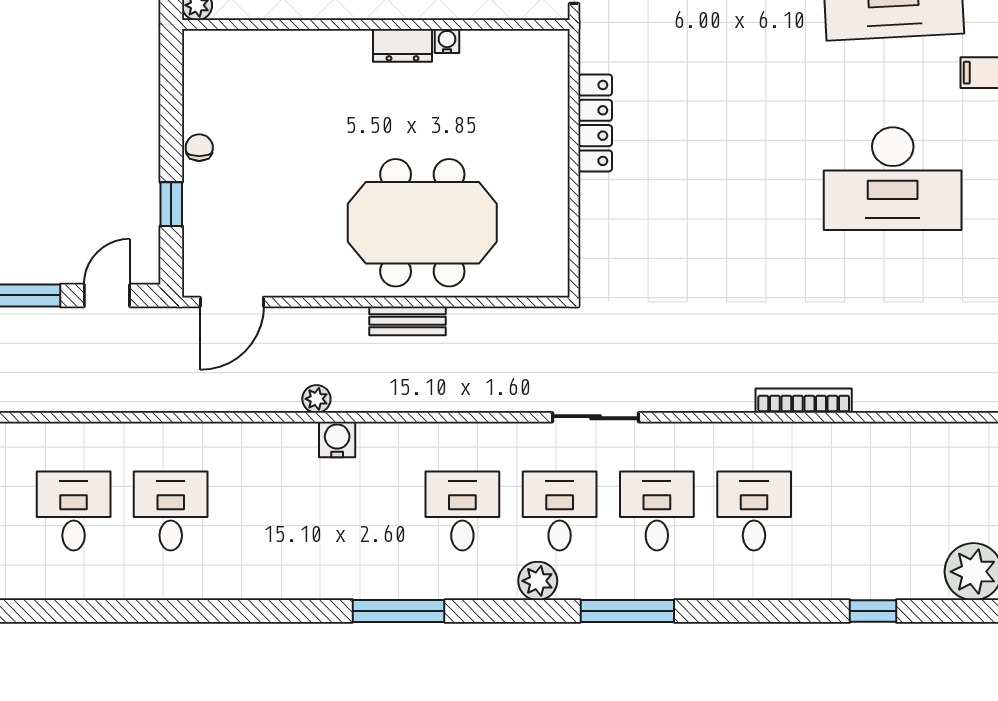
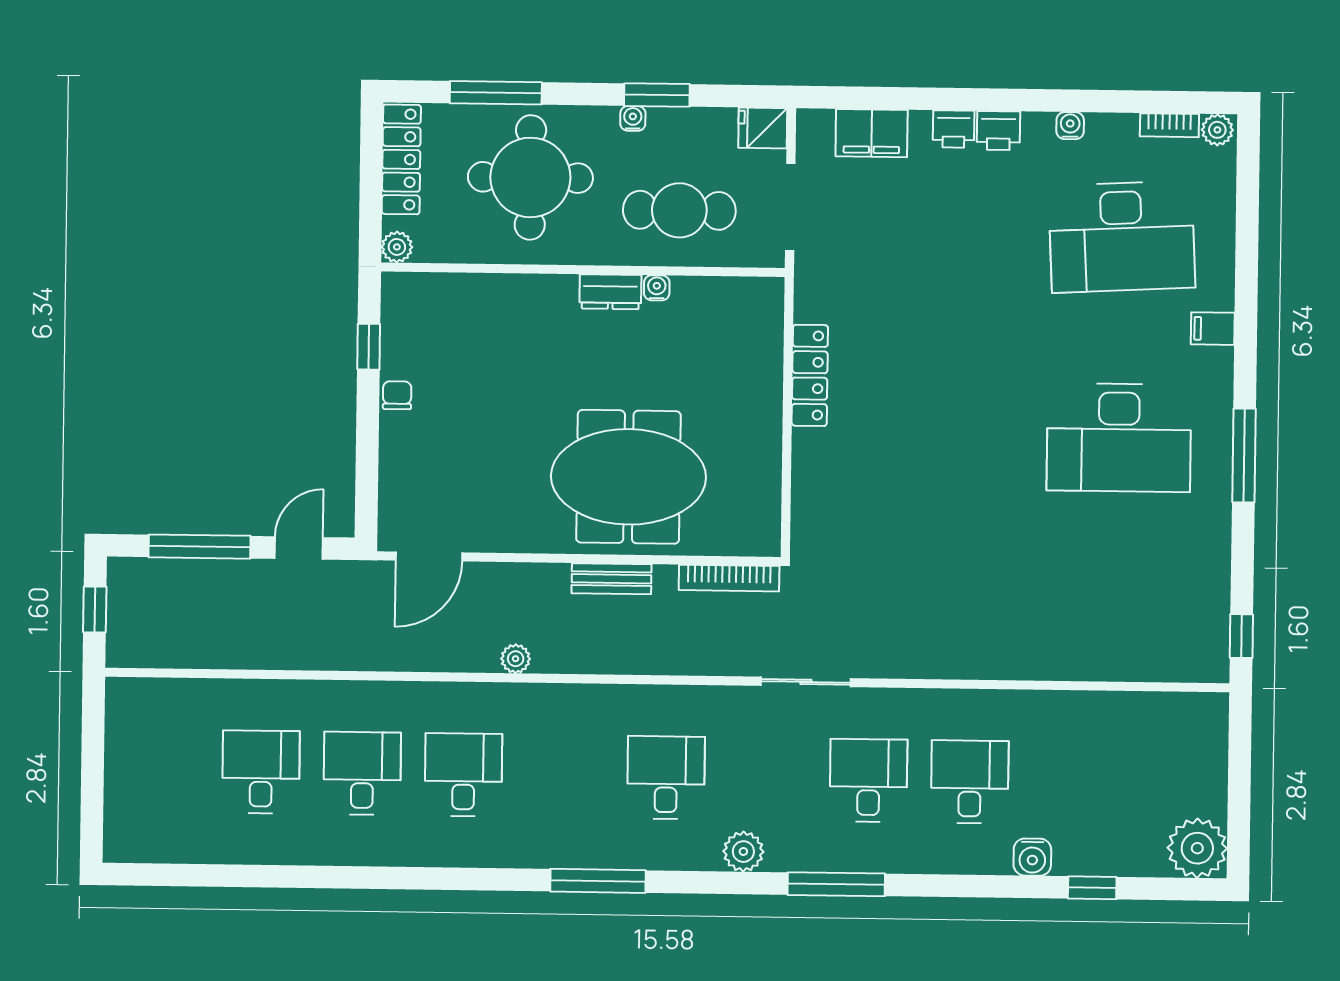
window: (171, 204) -> (369, 347), moved
bookcase: (804, 401) -> (729, 578), moved, turned 180
water cooler: (337, 439) -> (1032, 857), moved, turned 180
desk: (560, 511) -> (463, 775), moved

